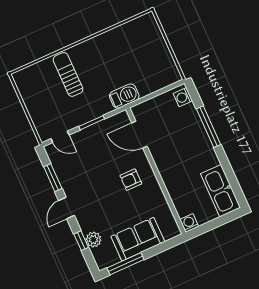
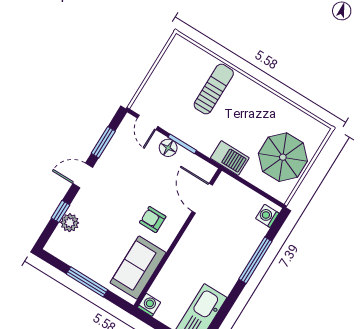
parasol: (149, 58) -> (283, 157), added
floor lamp: (88, 135) -> (168, 148), added
sofa: (138, 239) -> (138, 268), moved, turned -90
window: (125, 264) -> (87, 282), moved

